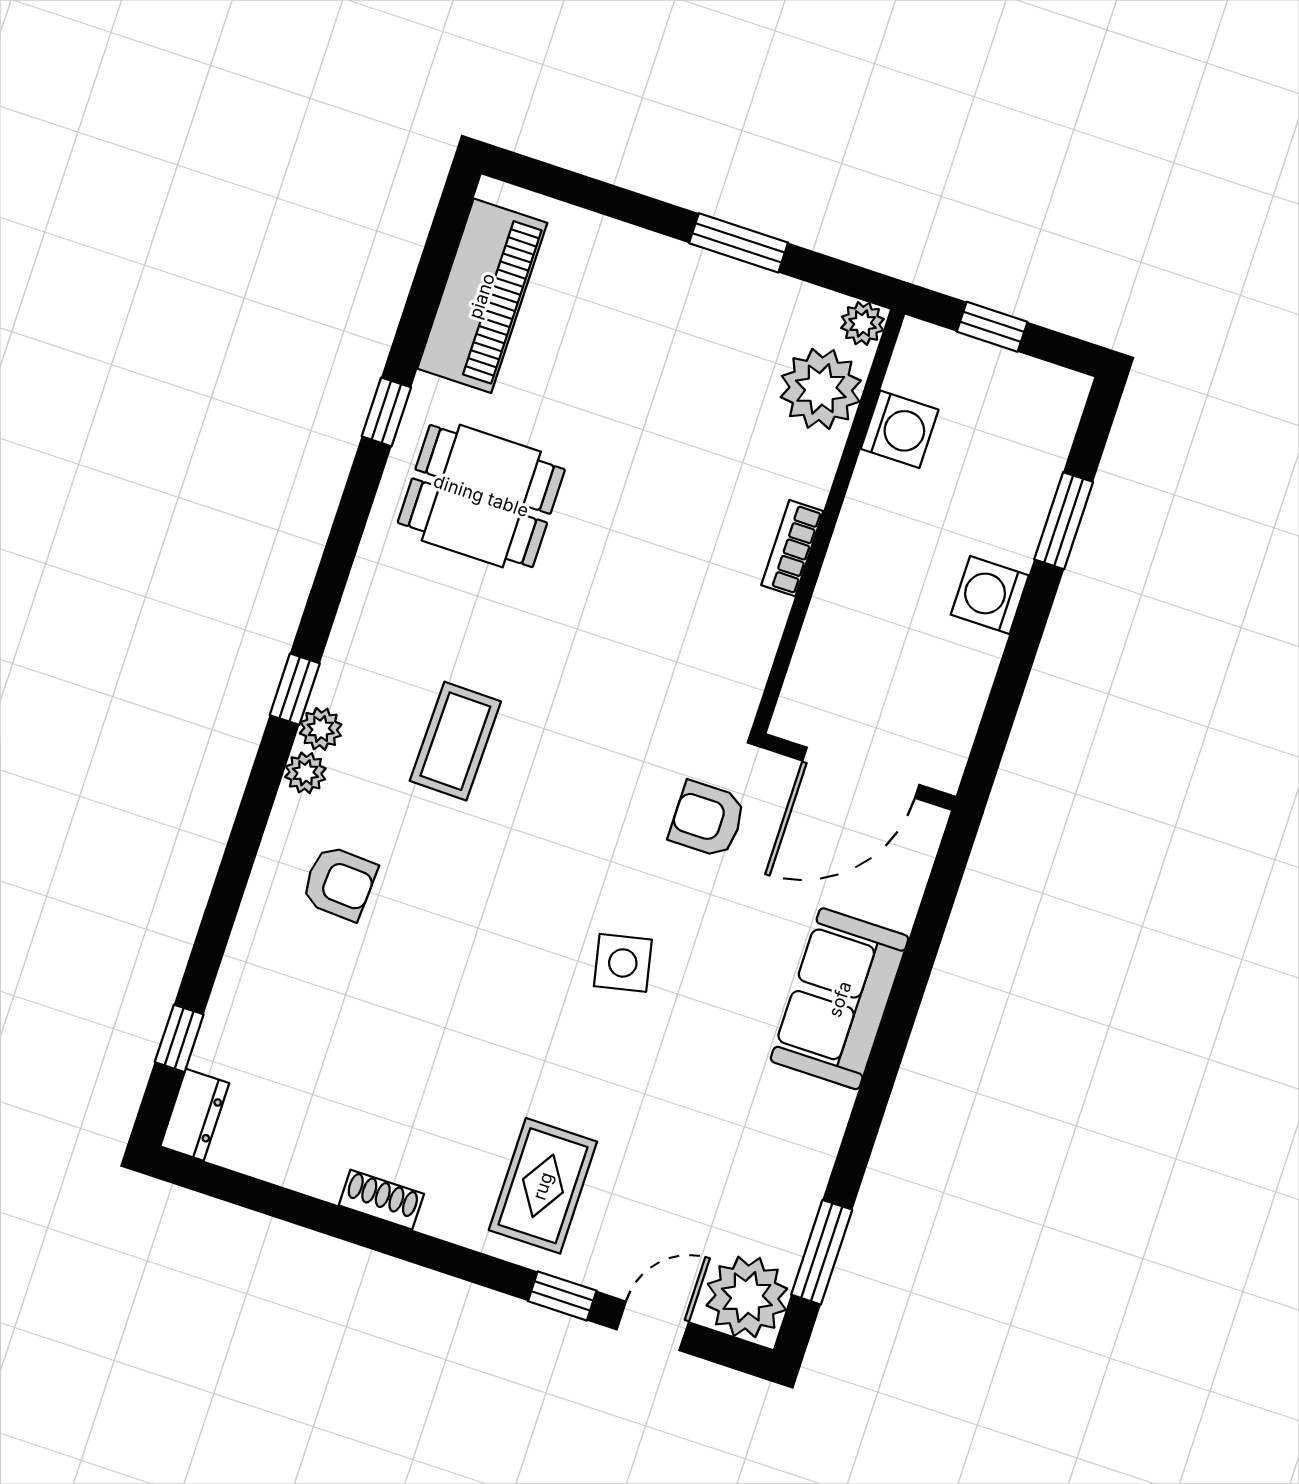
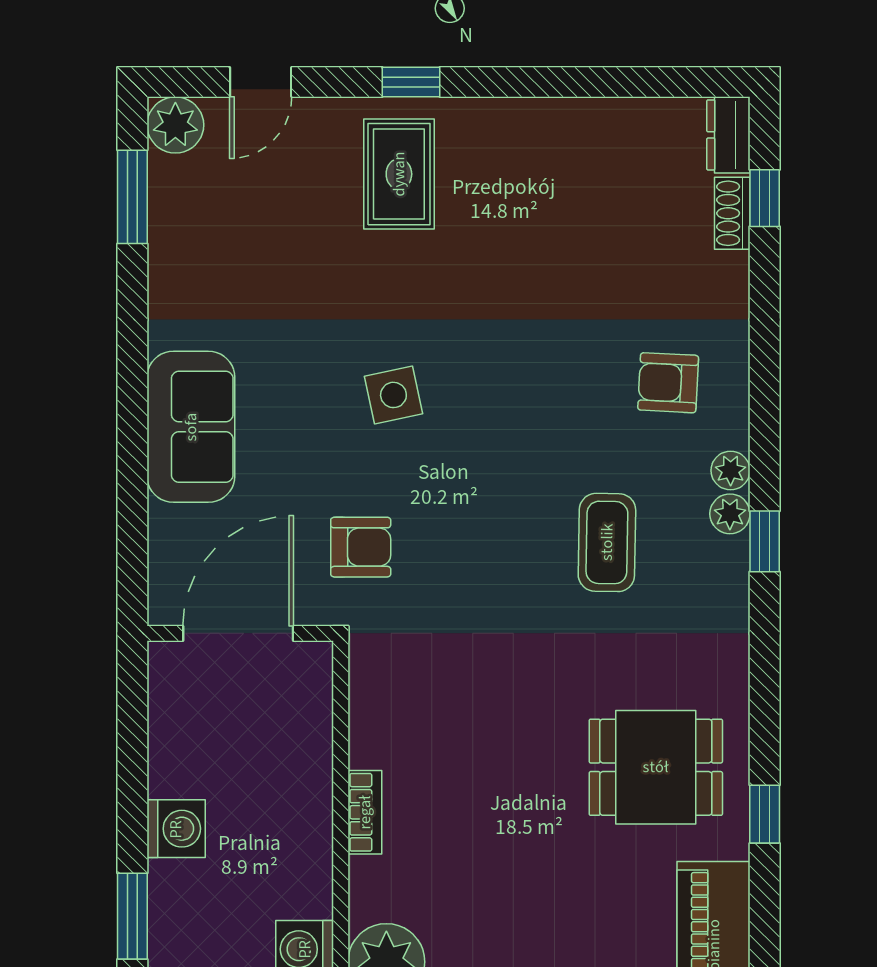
shoe rack: (381, 1200) -> (732, 213), moved, turned 90
window: (562, 1296) -> (411, 82), moved
plant: (747, 1297) -> (175, 125), width x0.73, depth x0.73

